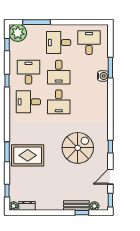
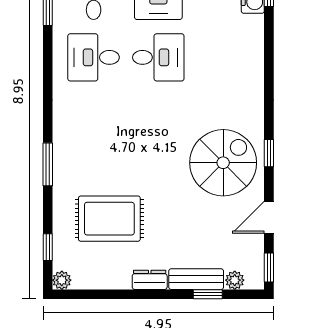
desk: (59, 102) -> (158, 57), turned -90
spiral stairs: (78, 148) -> (223, 163), moved
rug: (28, 155) -> (109, 219), moved
dresser: (27, 206) -> (150, 280), moved

